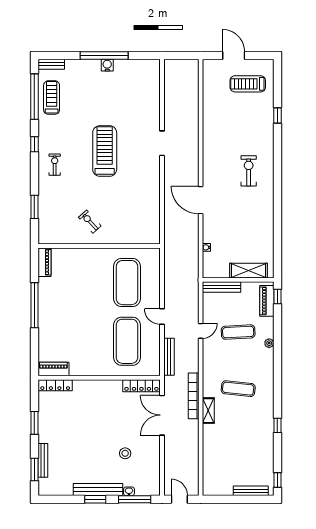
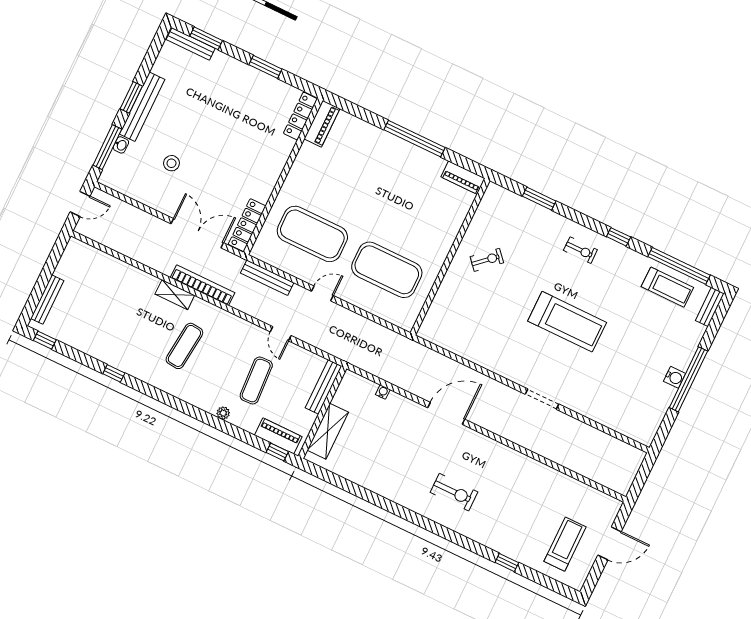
bench: (43, 460) -> (191, 44), moved

